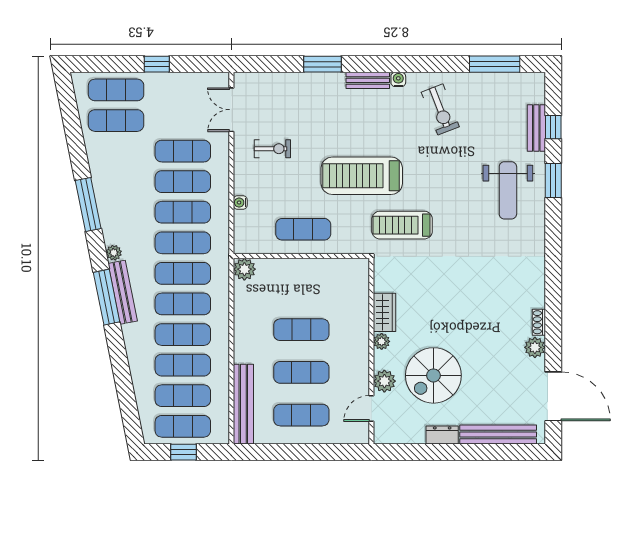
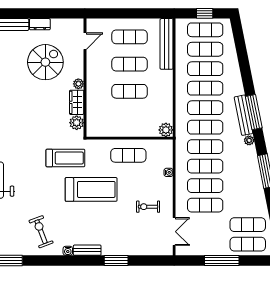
window: (157, 64) -> (222, 261), width x2.17
plant: (384, 381) -> (77, 123), moved

